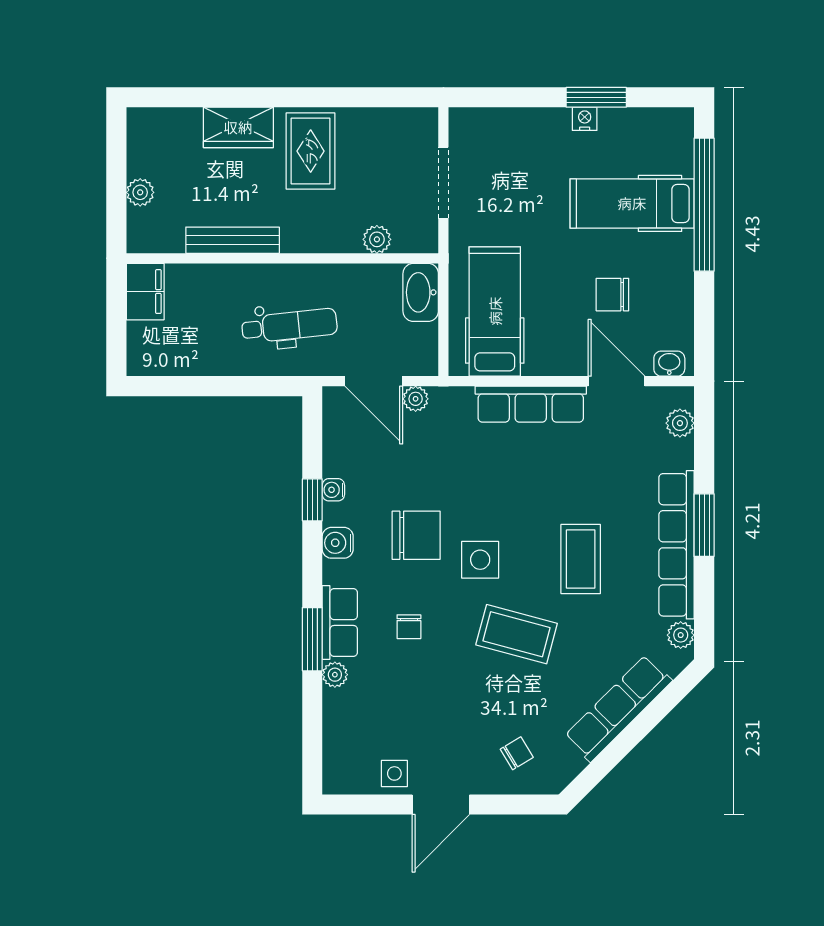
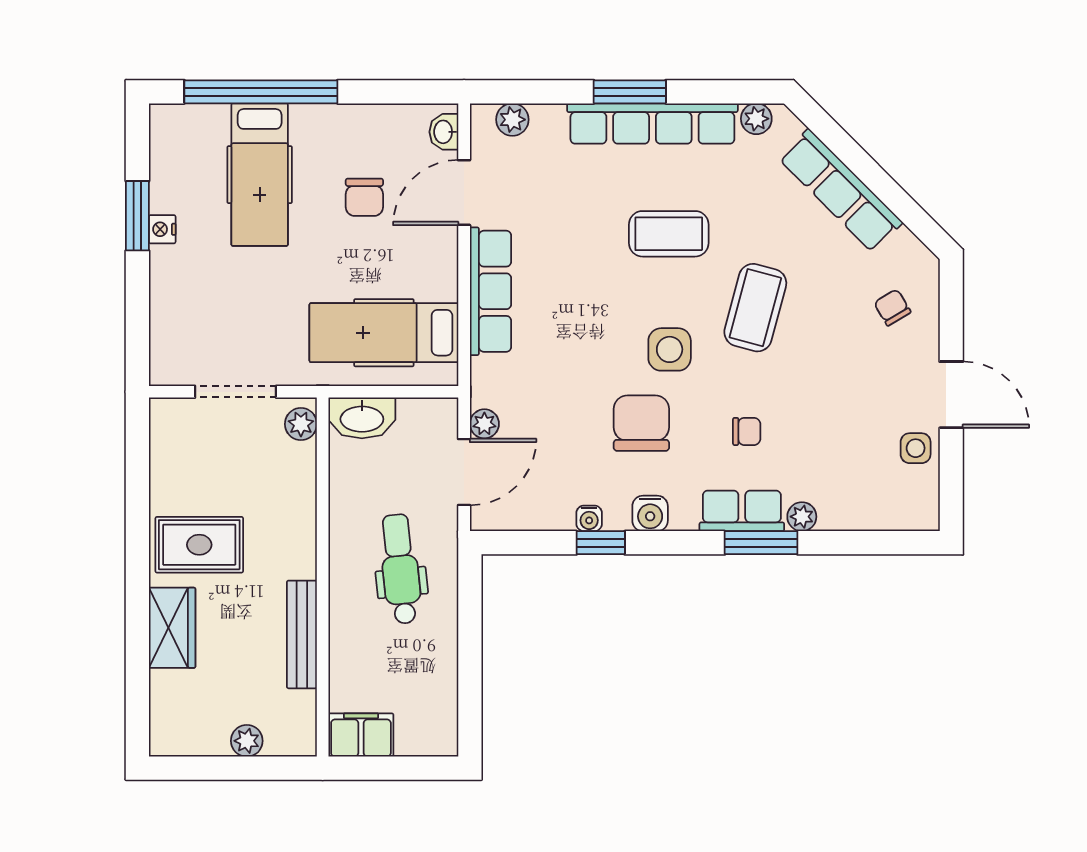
plant: (377, 239) -> (301, 424), moved

